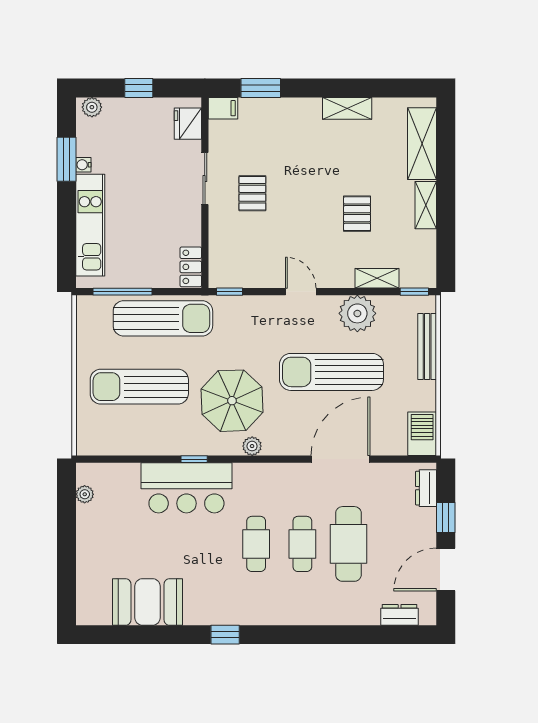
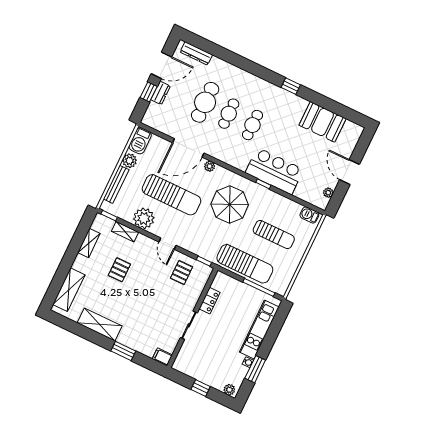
window: (261, 88) -> (123, 351), moved
shelving: (347, 108) -> (100, 324), width x1.50, depth x1.33
fridge: (188, 124) -> (184, 358), removed
pallet: (252, 193) -> (181, 273), moved
shelving: (426, 205) -> (89, 243), moved
locker: (191, 267) -> (210, 301), moved
sun lounger: (163, 318) -> (245, 264), turned 180
sun lounger: (139, 387) -> (274, 235), width x0.73, depth x0.75
plant: (424, 394) -> (130, 161), added
barbecue: (98, 445) -> (309, 215), added
plant: (252, 446) -> (210, 166), moved
dresser: (426, 488) -> (161, 93), moved
door: (67, 543) -> (350, 172), added
dresser: (400, 615) -> (196, 53), width x1.44

